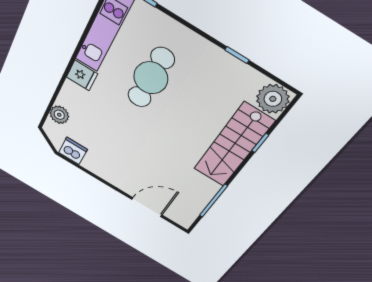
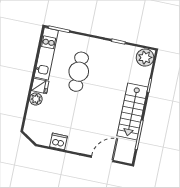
plant: (59, 115) -> (36, 99), moved
stairs: (233, 145) -> (132, 111), moved
dishwasher: (73, 151) -> (58, 141), moved

